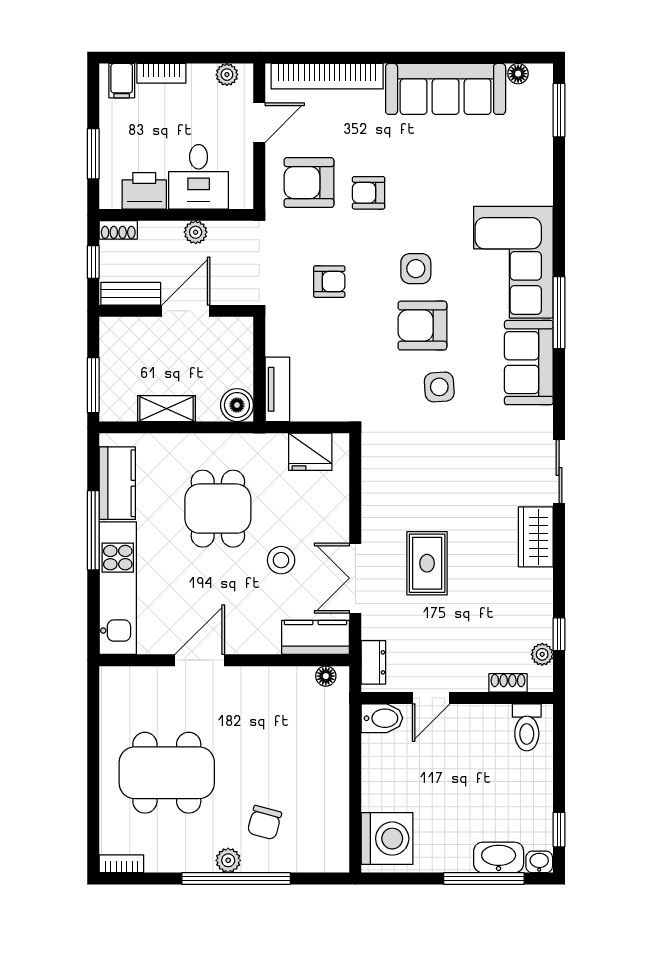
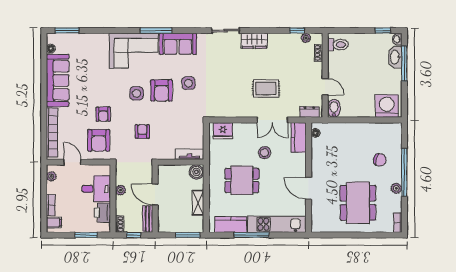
fridge: (310, 452) -> (223, 131), moved, turned 90
plant: (228, 860) -> (396, 188), moved

